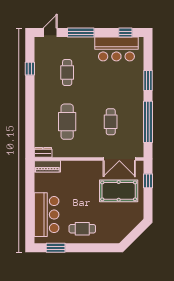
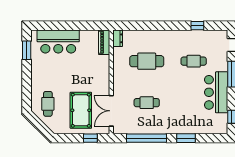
bar counter: (116, 49) -> (216, 92), moved
cafe table: (82, 229) -> (48, 104), moved

